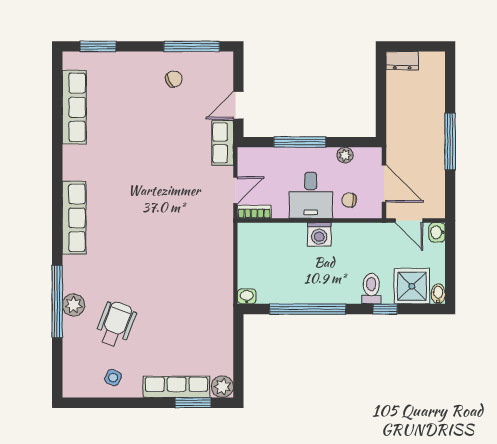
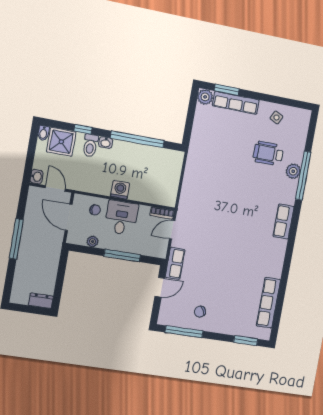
row of seats: (74, 218) -> (284, 222), width x0.68
washbasin: (247, 296) -> (106, 143), moved
wheelchair: (116, 324) -> (268, 153), turned 69

